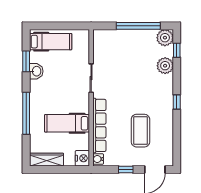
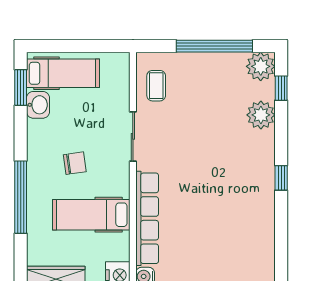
window: (26, 61) -> (21, 87), moved
washbasin: (36, 71) -> (38, 105), moved
chair: (57, 94) -> (75, 163), added
coffee table: (140, 131) -> (156, 86), moved, width x0.54, depth x0.58

